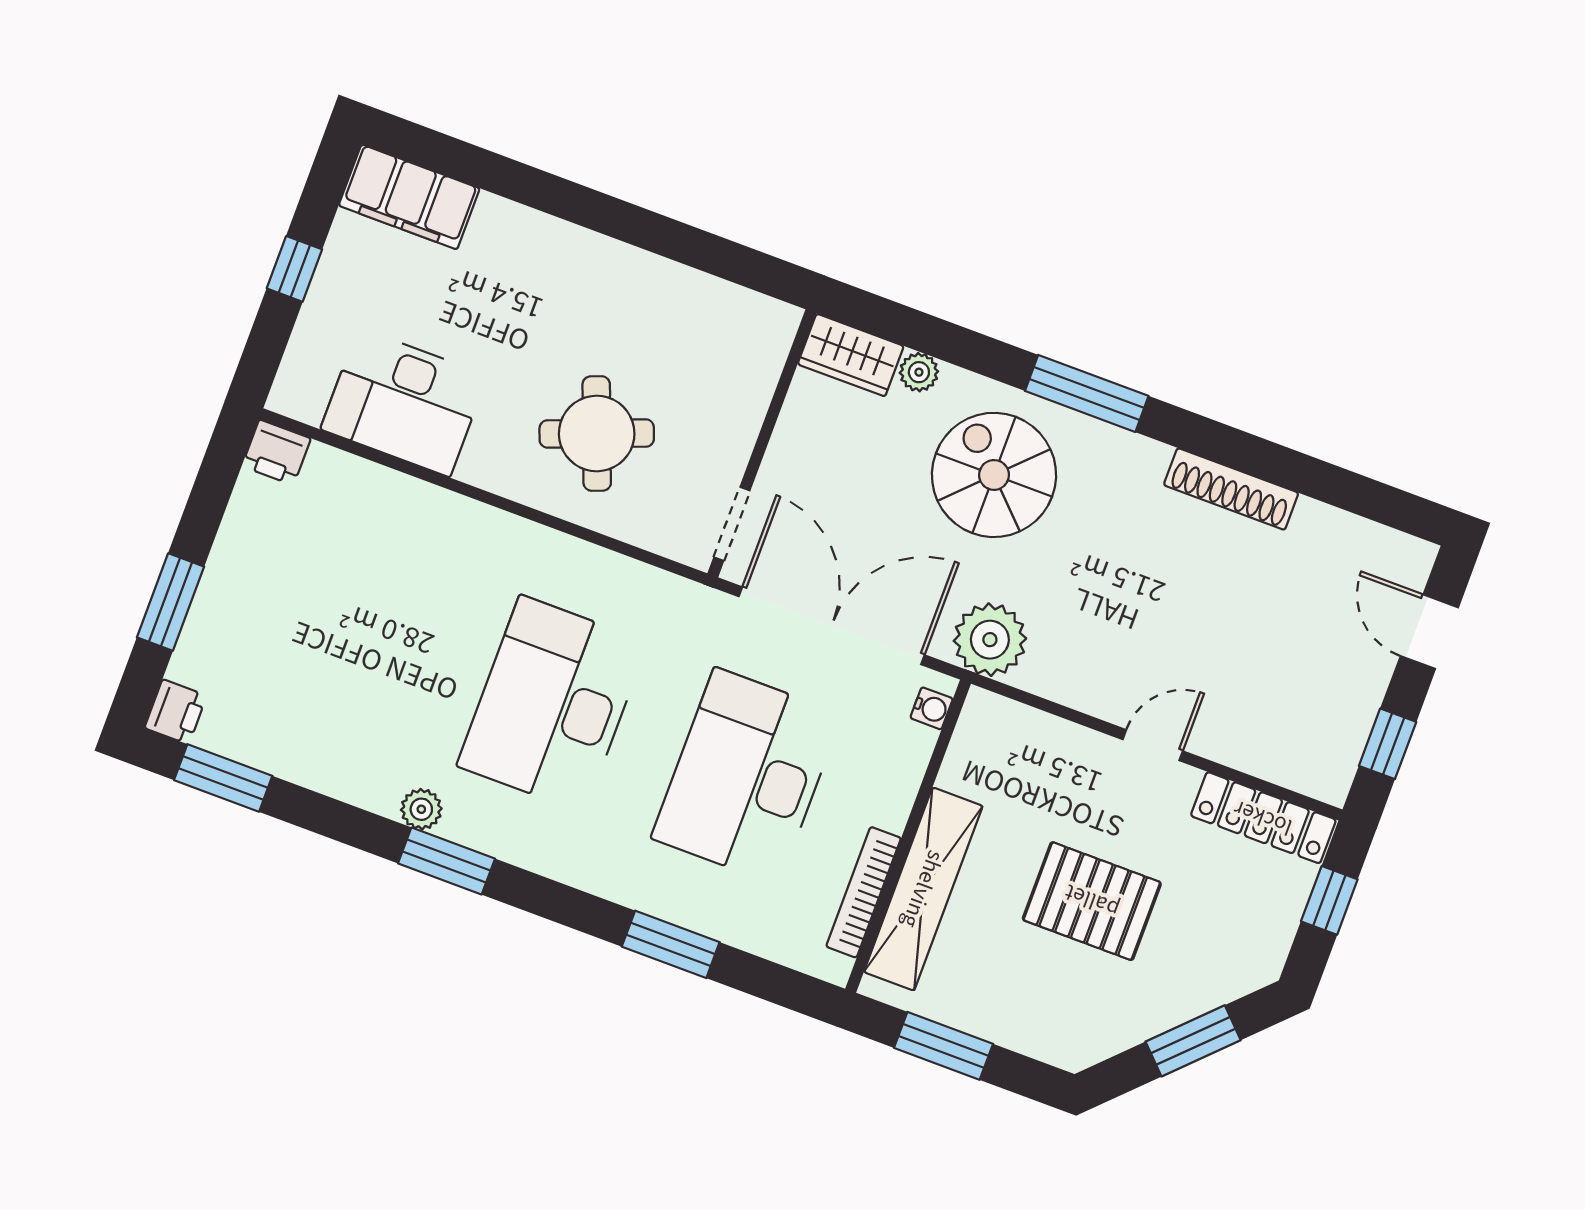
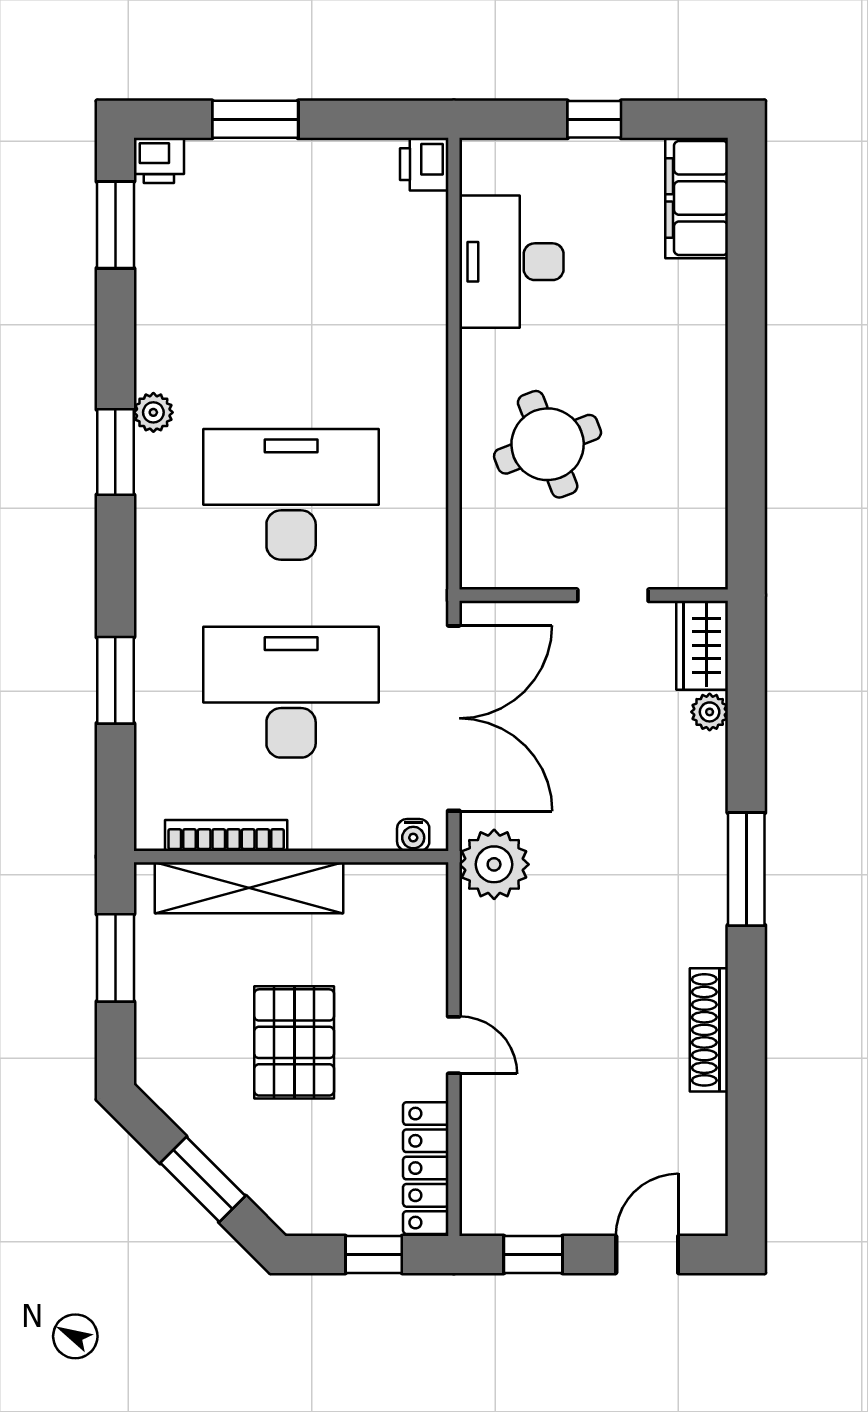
spiral stairs: (994, 475) -> (643, 813), removed
doorway: (732, 524) -> (613, 595), moved

